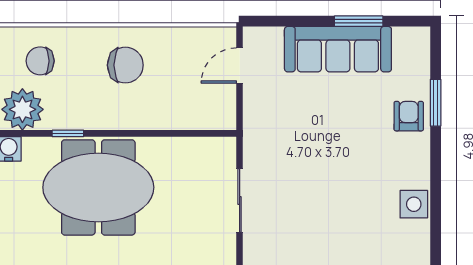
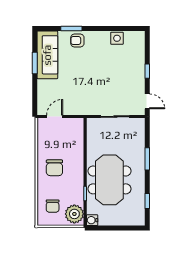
sofa: (338, 49) -> (47, 55), moved
chair: (125, 65) -> (54, 168), turned 180
door: (240, 66) -> (55, 117), swing flipped

